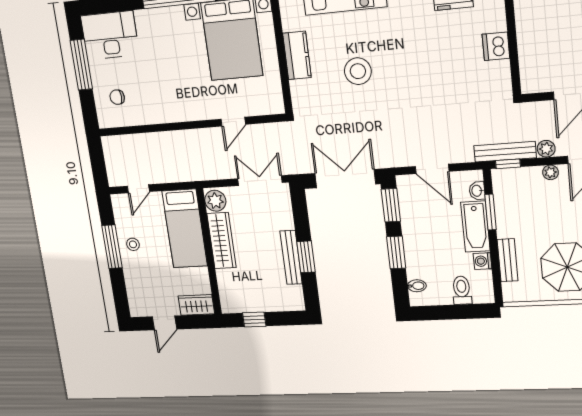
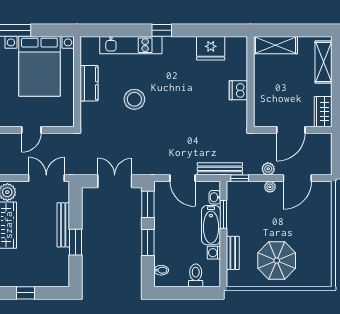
bench: (505, 152) -> (220, 169), moved
double door: (345, 179) -> (115, 181), width x0.73
bench: (291, 257) -> (63, 225), moved

